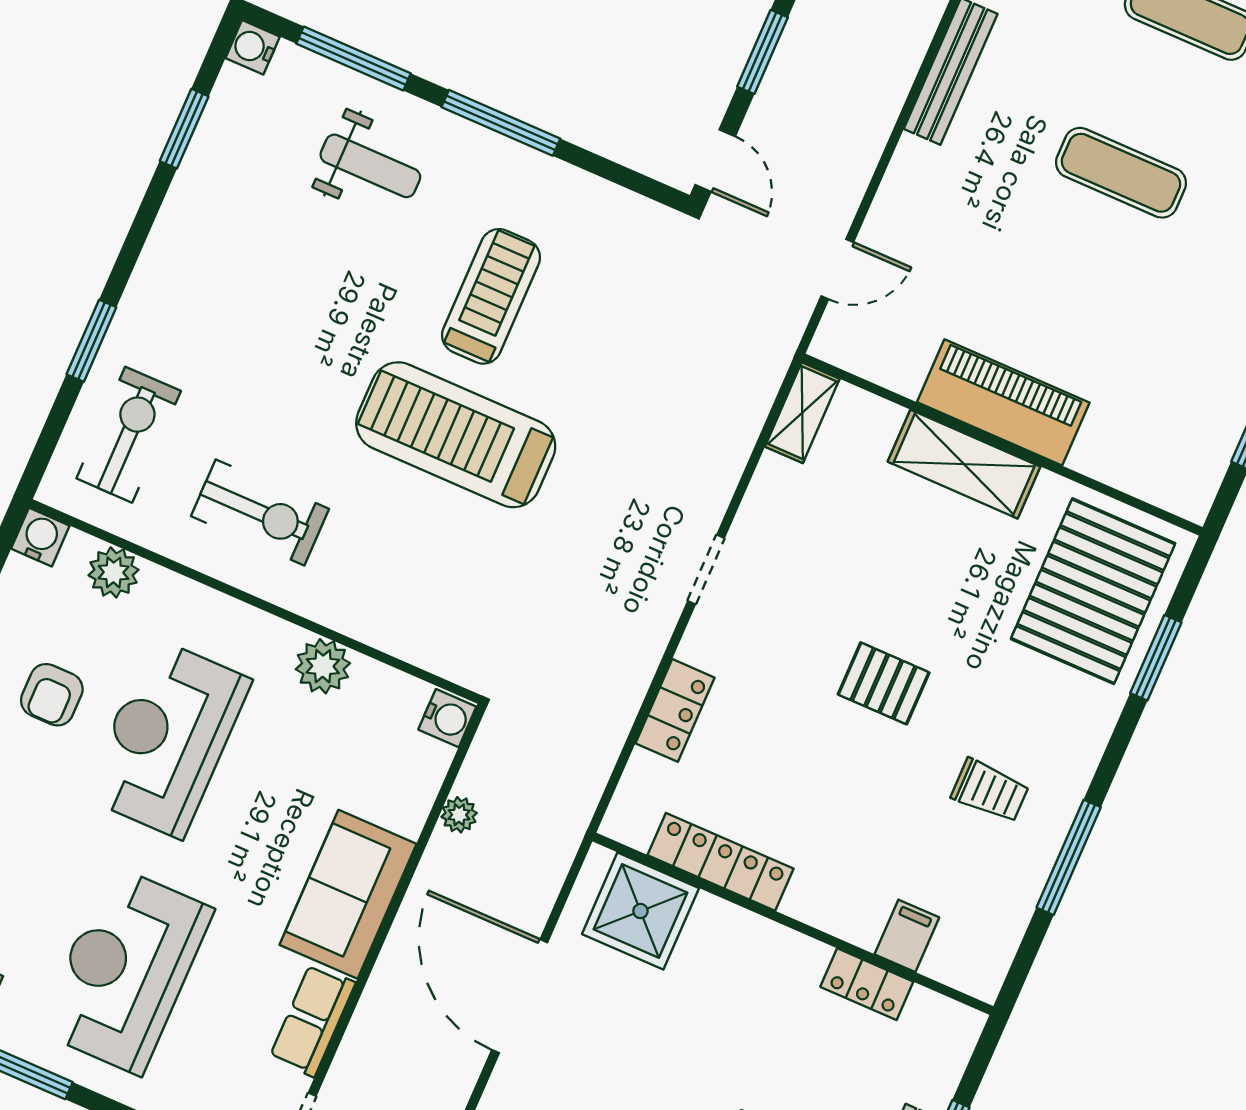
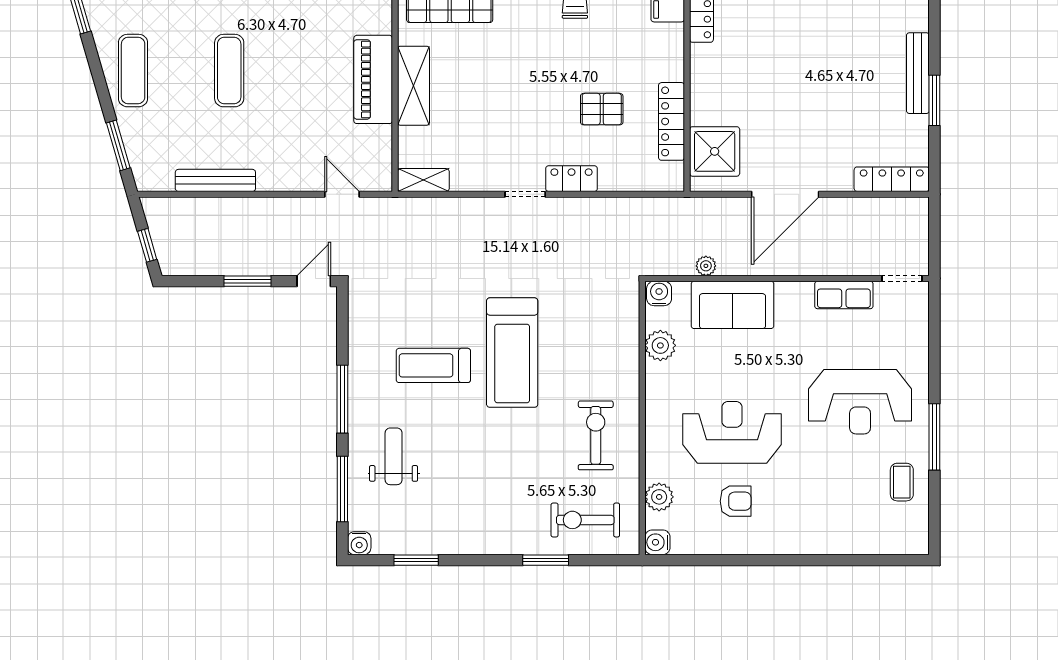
plant: (323, 666) -> (660, 345), moved
pallet: (884, 683) -> (602, 109), moved, turned 90
locker: (675, 710) -> (572, 179), moved
reception desk: (167, 738) -> (732, 432), turned 180
sofa: (348, 894) -> (732, 305), moved

